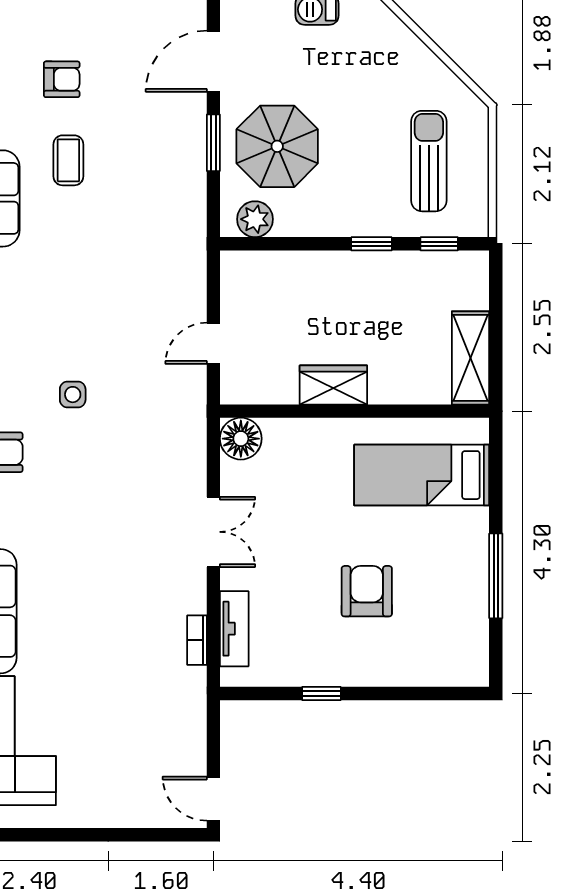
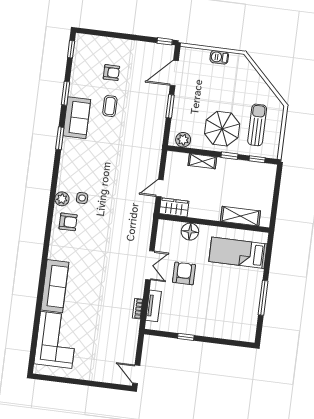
parasol: (277, 146) -> (222, 129), moved
shelving: (308, 265) -> (202, 161), added
shelving: (471, 358) -> (240, 216), moved, turned 90
wardrobe: (333, 385) -> (174, 207), moved
side table: (73, 395) -> (82, 198), moved
floor lamp: (241, 439) -> (190, 232), moved
armchair: (367, 591) -> (184, 273), moved

